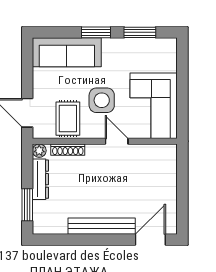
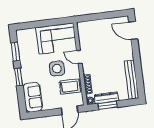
sofa: (67, 52) -> (33, 97), width x0.73
door: (117, 141) -> (79, 57), hinge flipped
window: (27, 205) -> (108, 105), moved
bench: (102, 226) -> (132, 80), moved

